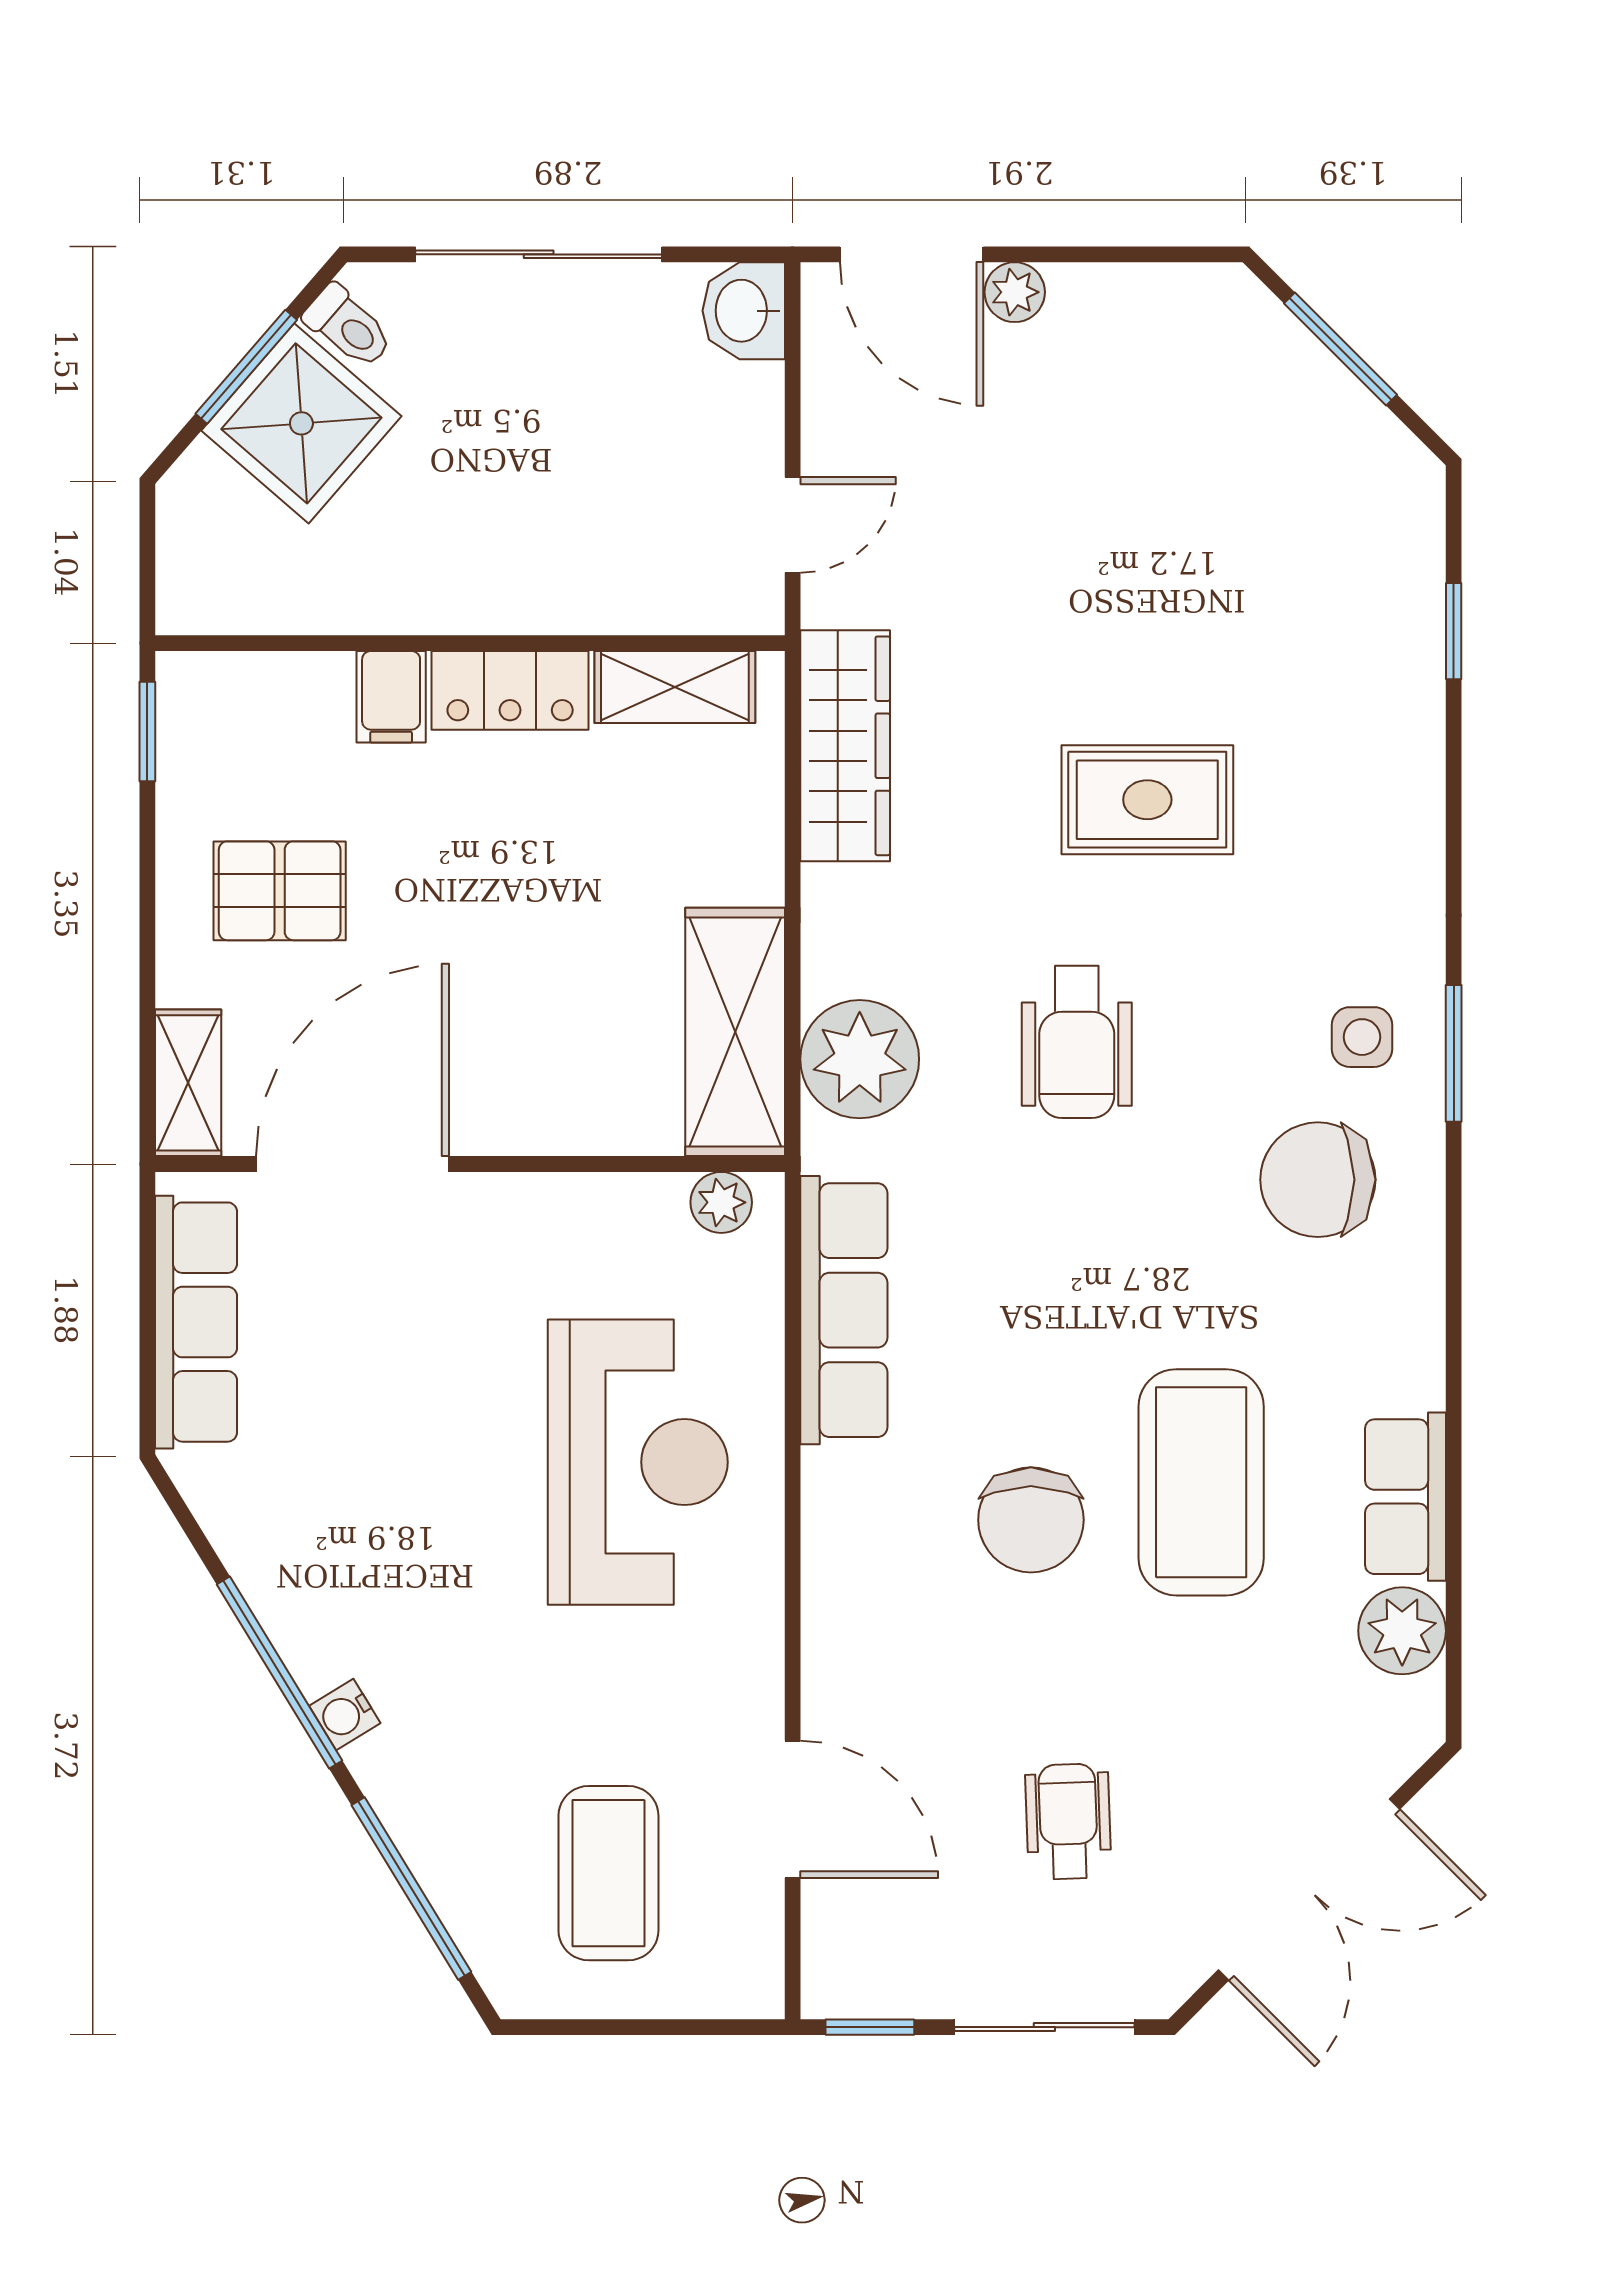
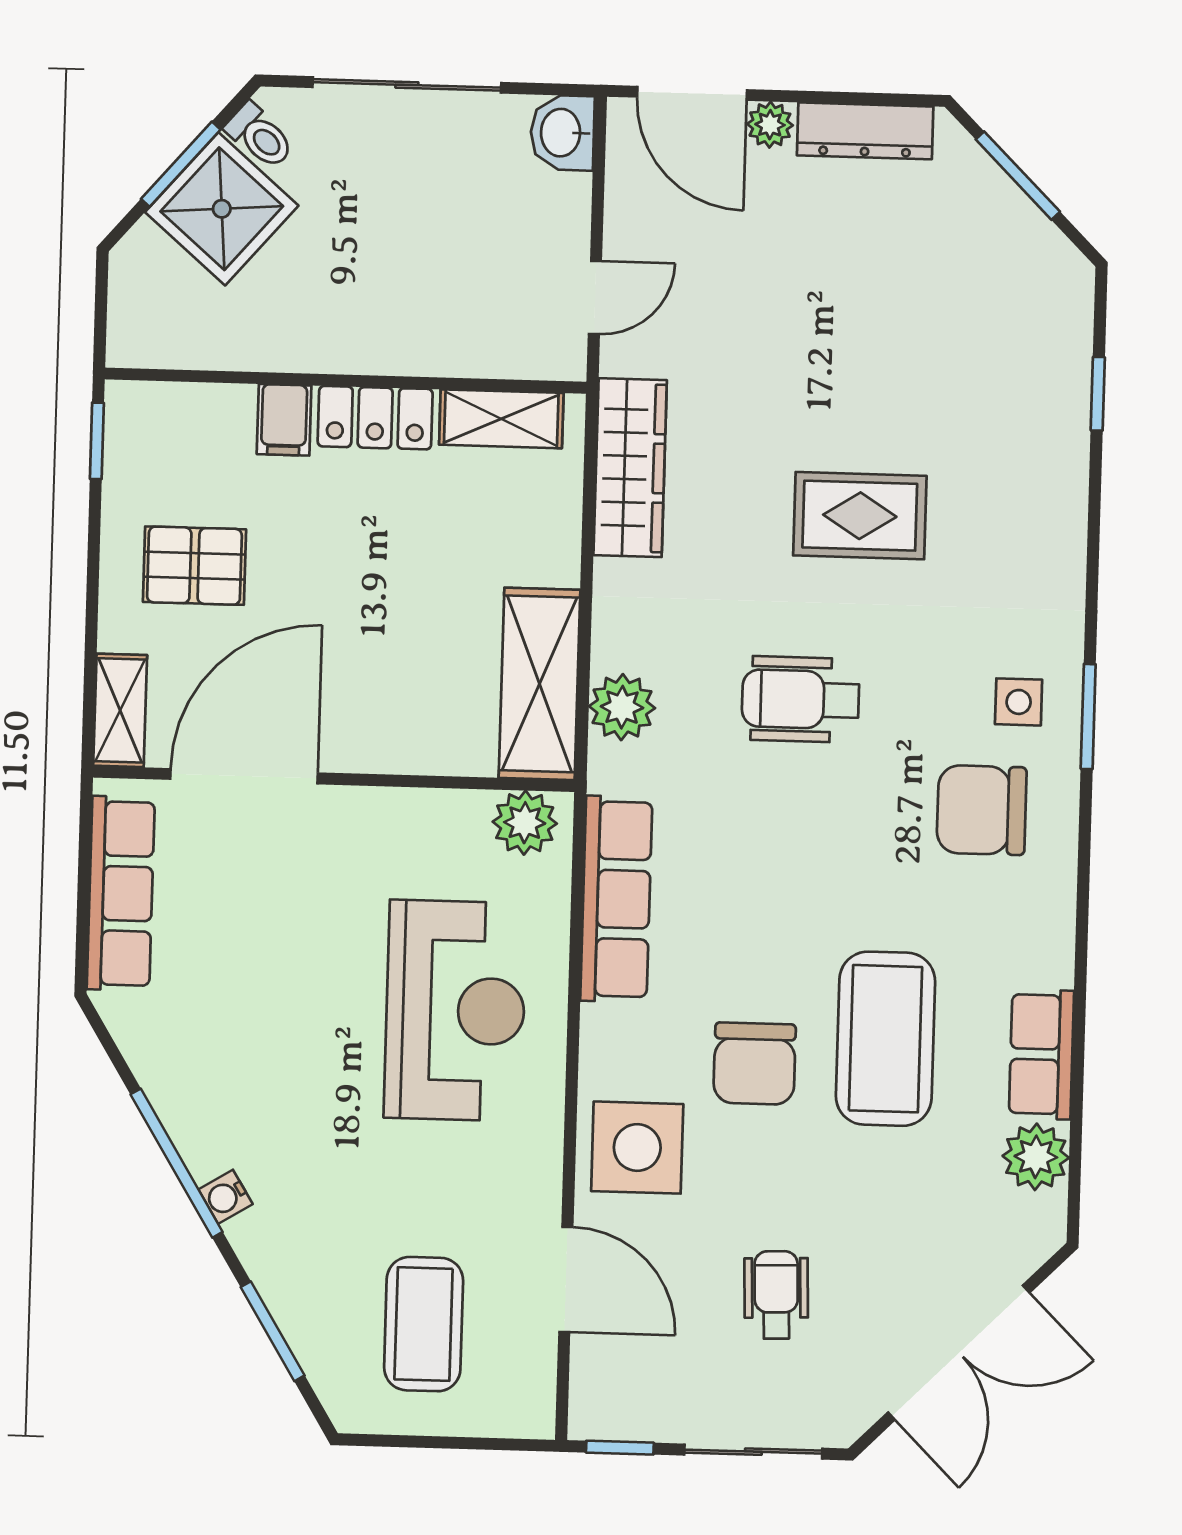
dresser: (1139, 297) -> (865, 131), added
wheelchair: (1077, 1042) -> (800, 699), turned 90
plant: (860, 1059) -> (622, 707), width x0.73, depth x0.73
plant: (721, 1202) -> (525, 823), width x1.38, depth x1.38
side table: (881, 1634) -> (637, 1148), added
window: (411, 1888) -> (273, 1331), width x0.69

